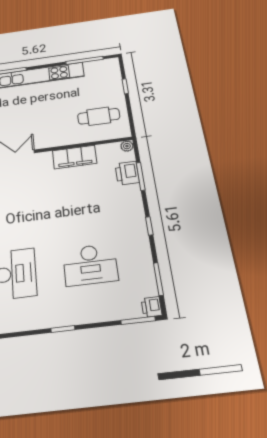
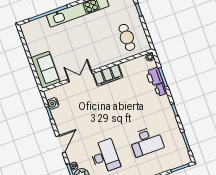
cafe table: (99, 116) -> (127, 37), turned 90
filing cabinet: (75, 157) -> (108, 75), moved
printer: (152, 307) -> (161, 90), moved

